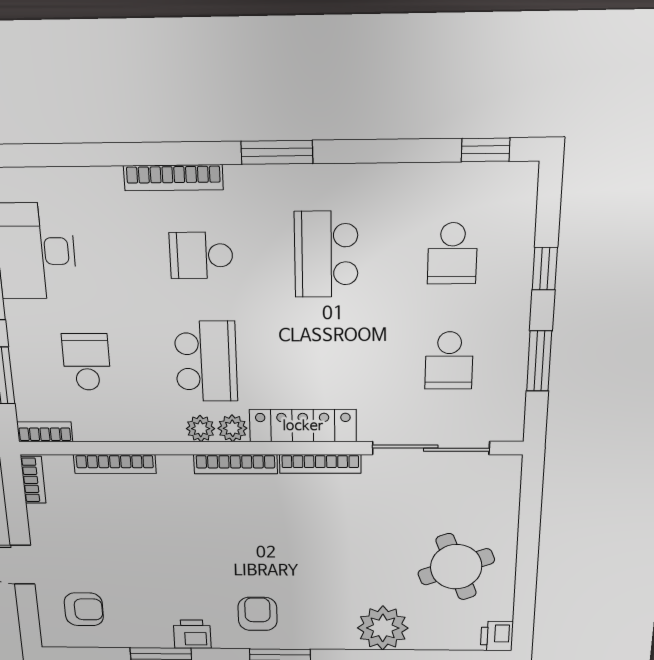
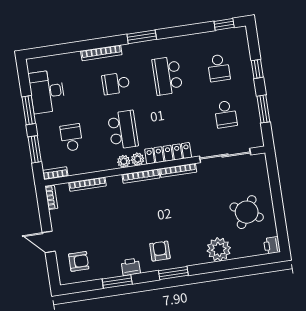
round table: (456, 567) -> (247, 212), turned -38

